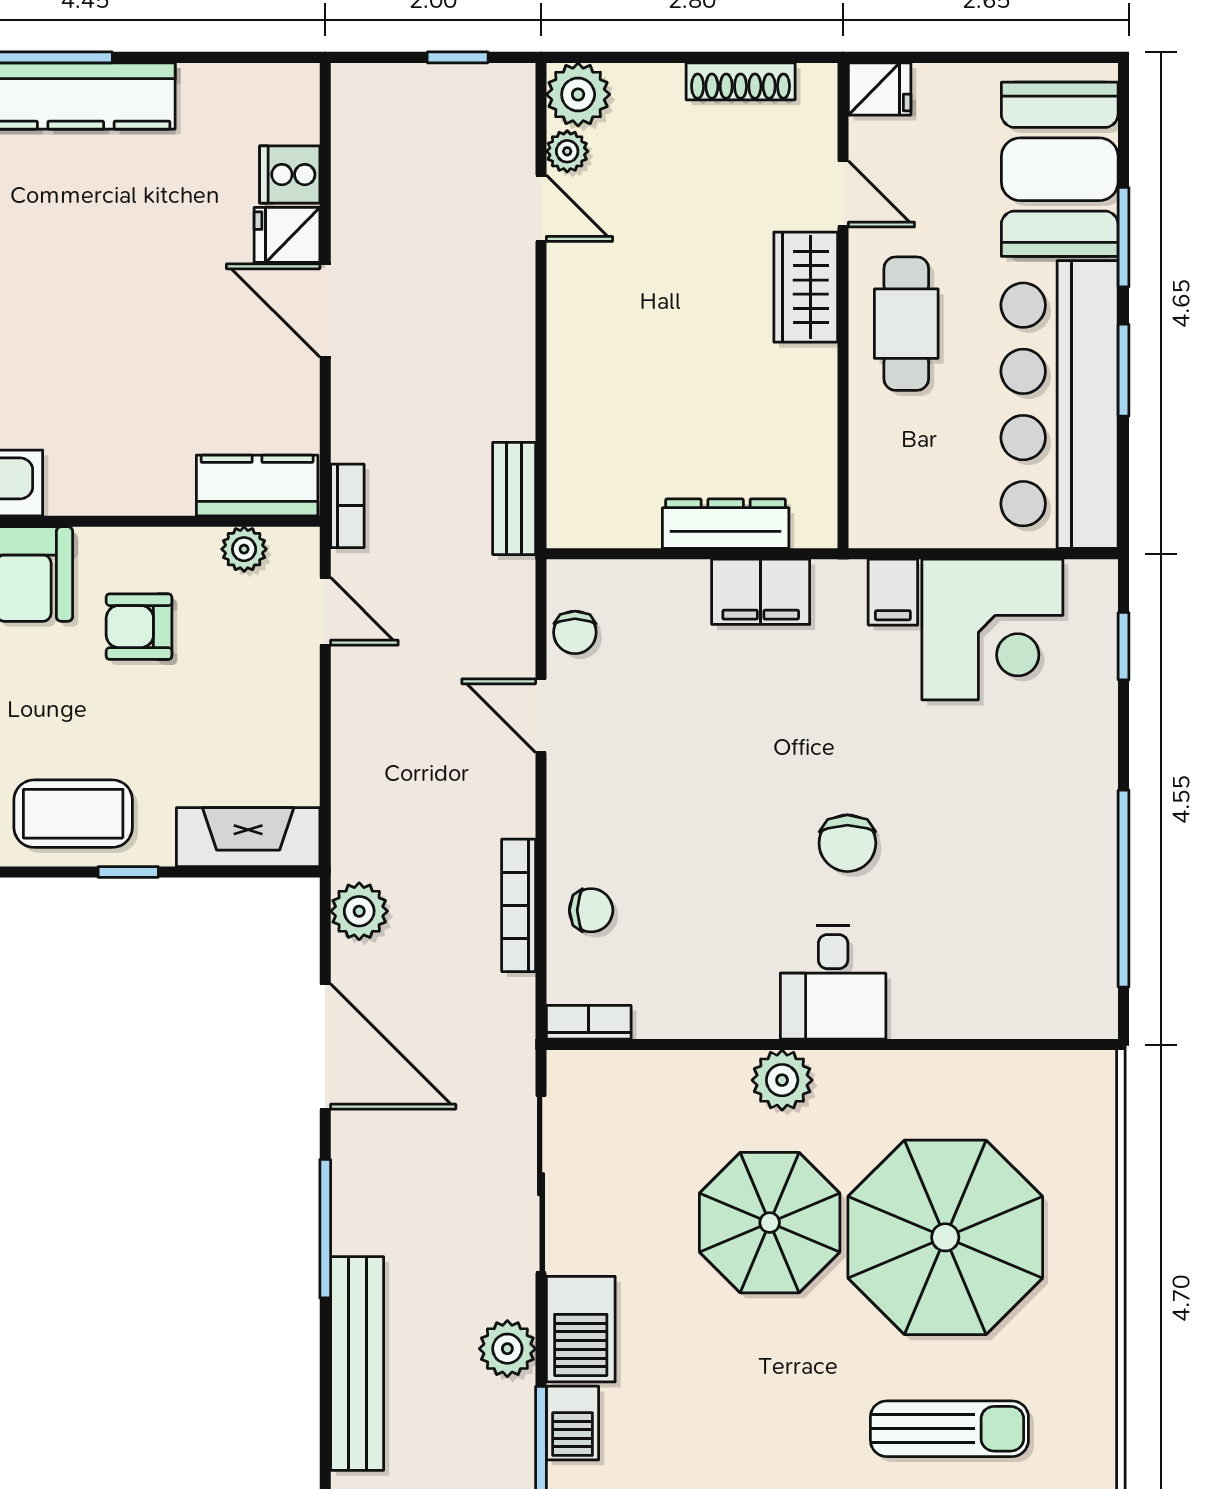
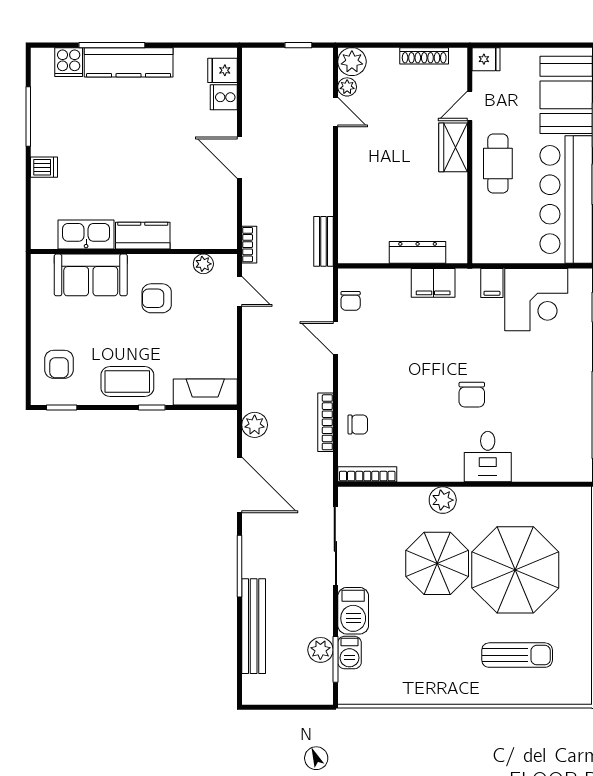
door: (843, 194) -> (470, 106), swing flipped
fridge: (287, 235) -> (222, 70), moved
kitchen counter: (257, 486) -> (143, 236), moved
desk: (833, 982) -> (488, 457), moved
bookcase: (589, 1022) -> (367, 474), width x1.56
plant: (507, 1349) -> (320, 650), moved

